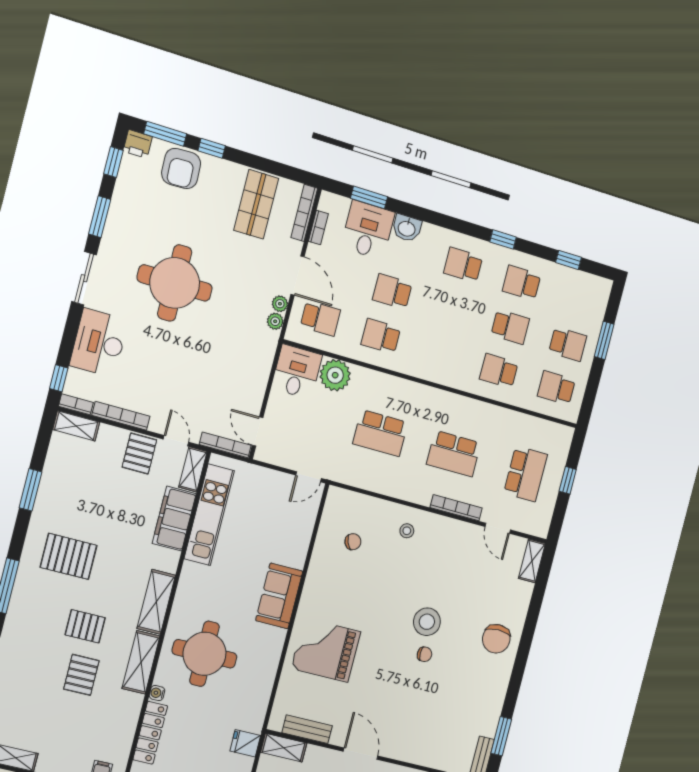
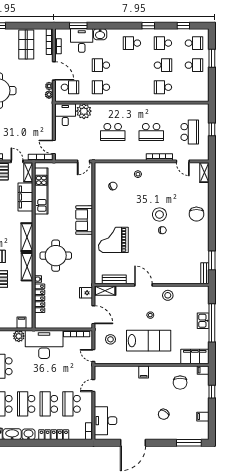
school desk: (556, 388) -> (194, 43), moved, turned 180

